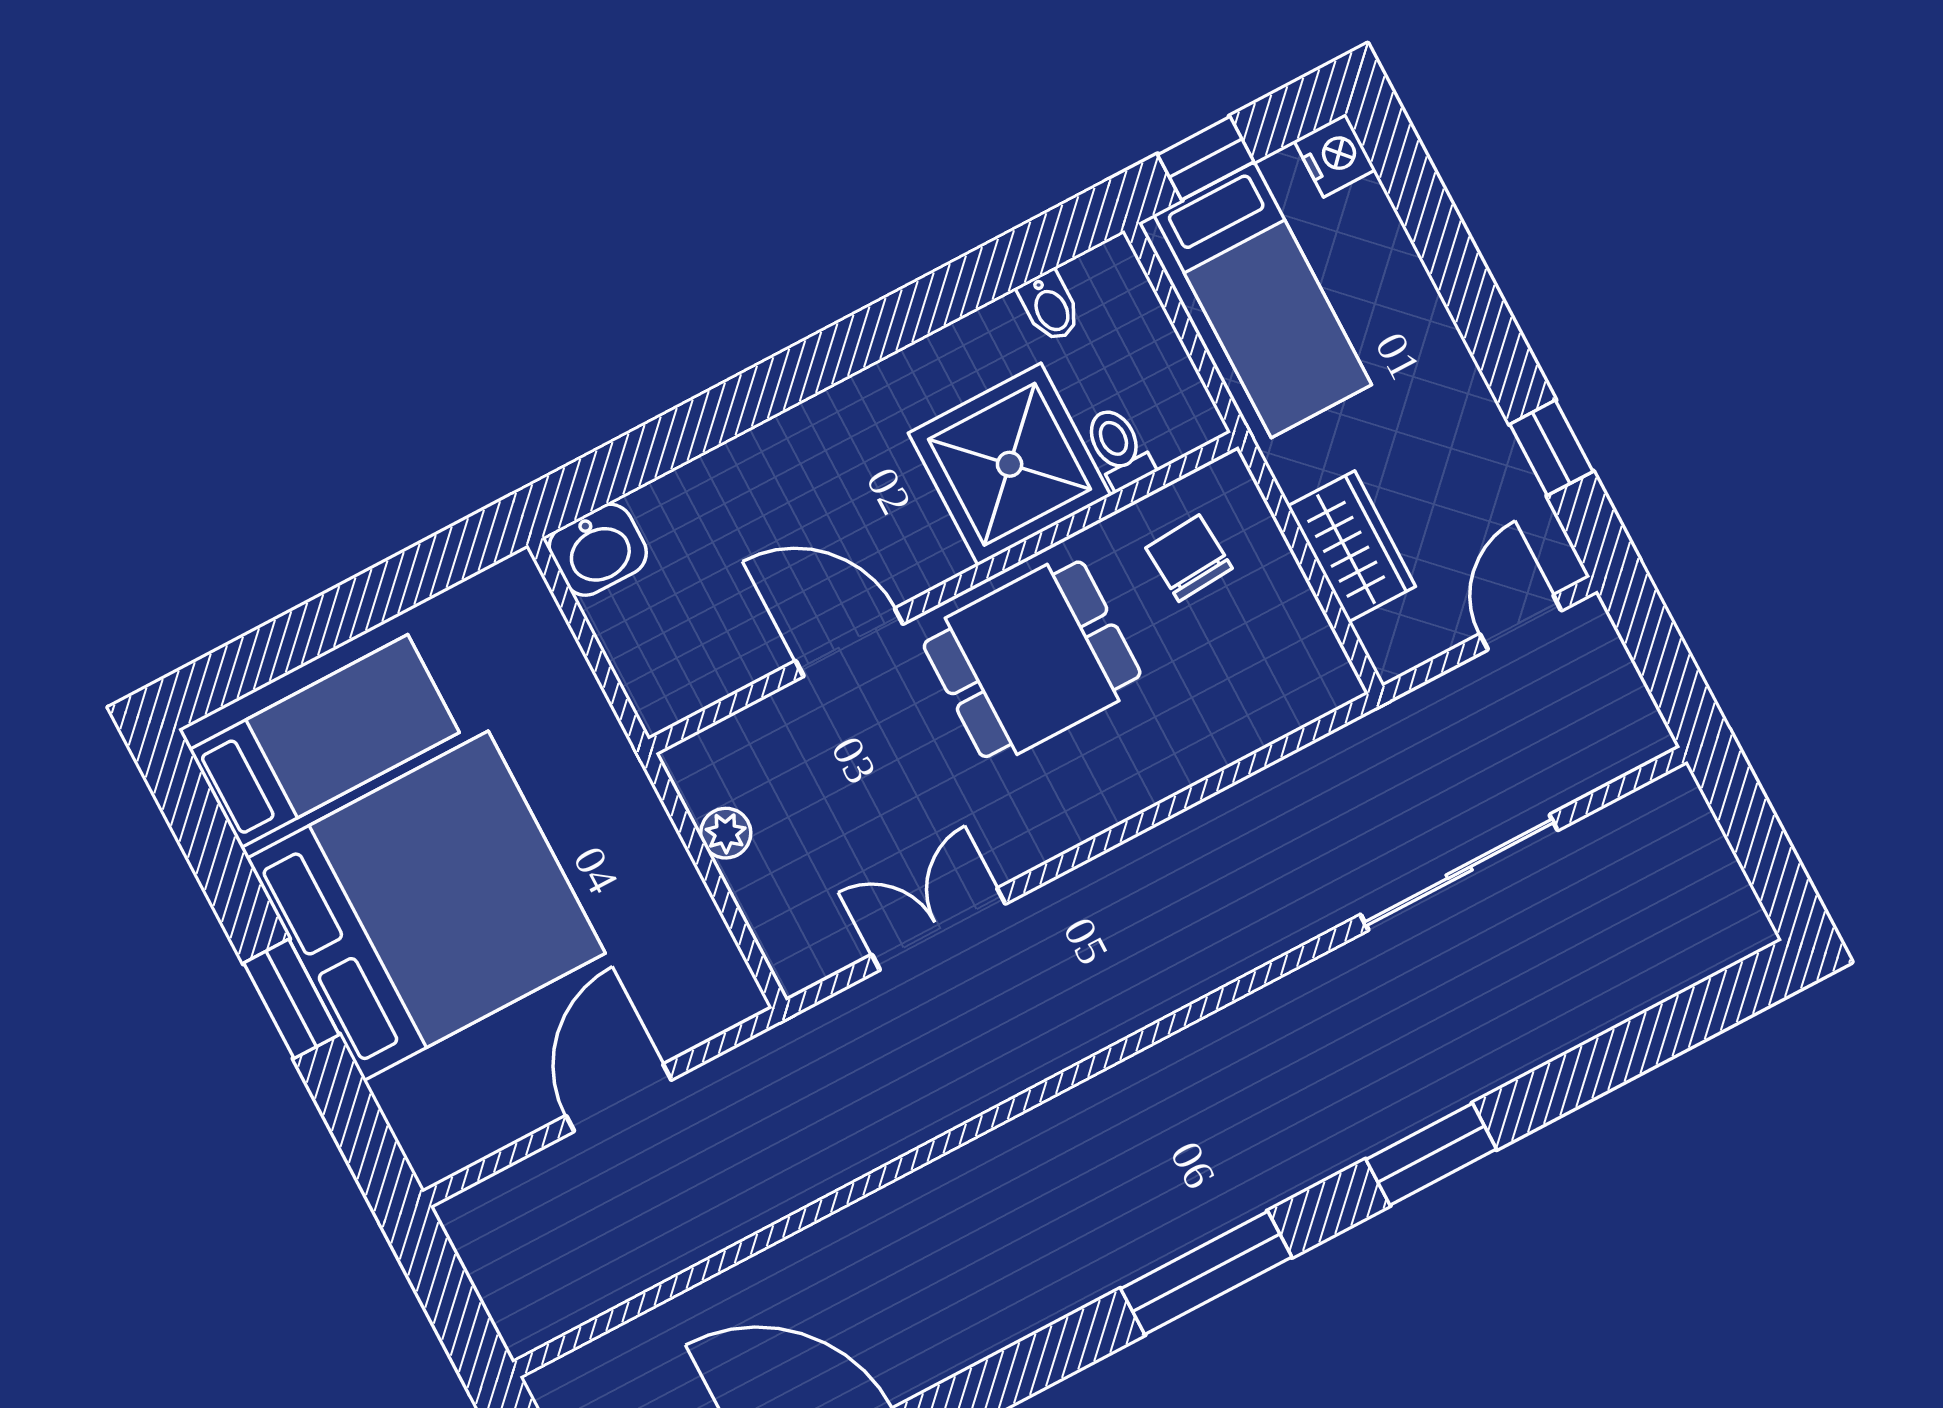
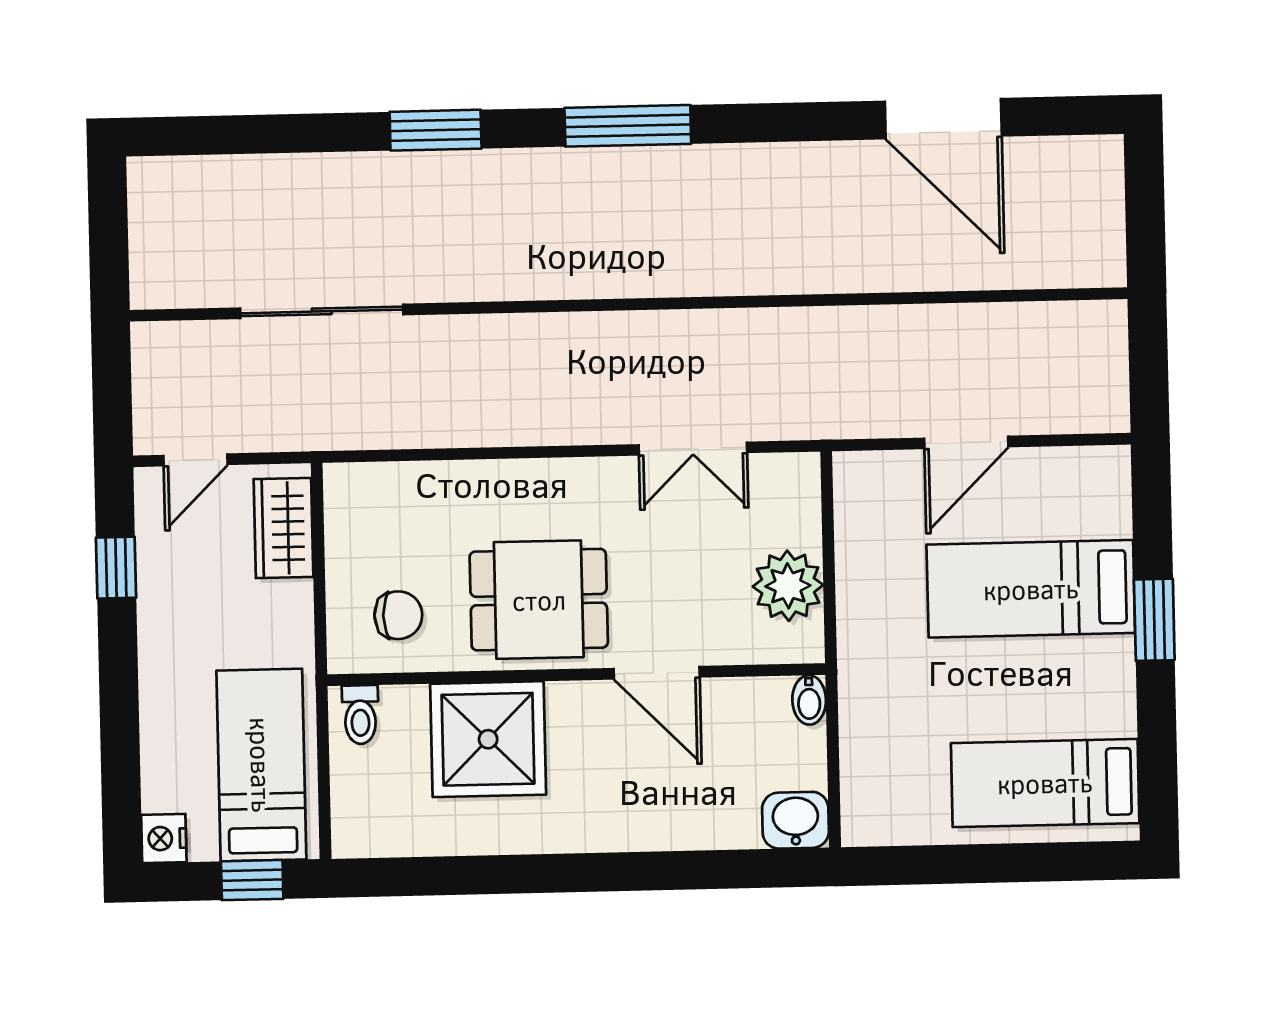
bidet: (1050, 306) -> (809, 700), moved, turned 180
toilet: (1118, 448) -> (360, 715), moved
wardrobe: (1352, 546) -> (283, 528), moved
chair: (1189, 558) -> (398, 615), turned -86
plant: (726, 833) -> (788, 586), width x1.88, depth x1.88
bed: (426, 906) -> (1031, 589), width x0.49

